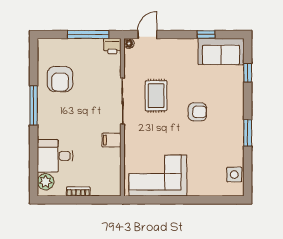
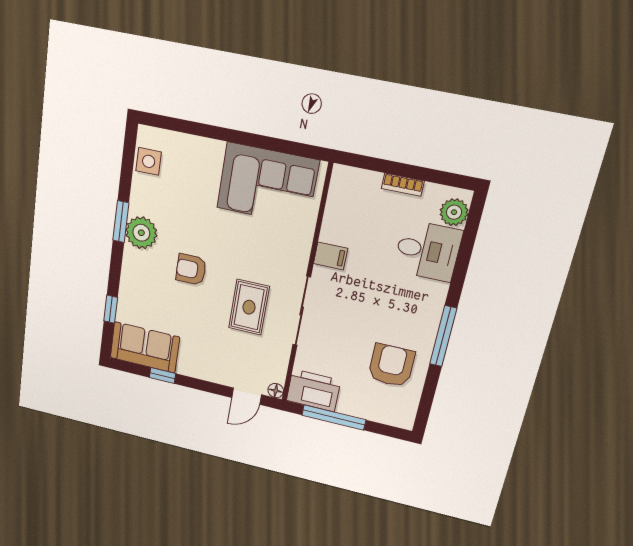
printer: (112, 46) -> (313, 390), width x1.87, depth x1.48
plant: (233, 129) -> (141, 233), added

